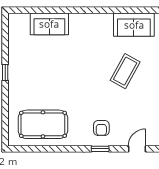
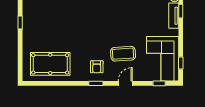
coffee table: (125, 71) -> (123, 54), moved, turned 57

